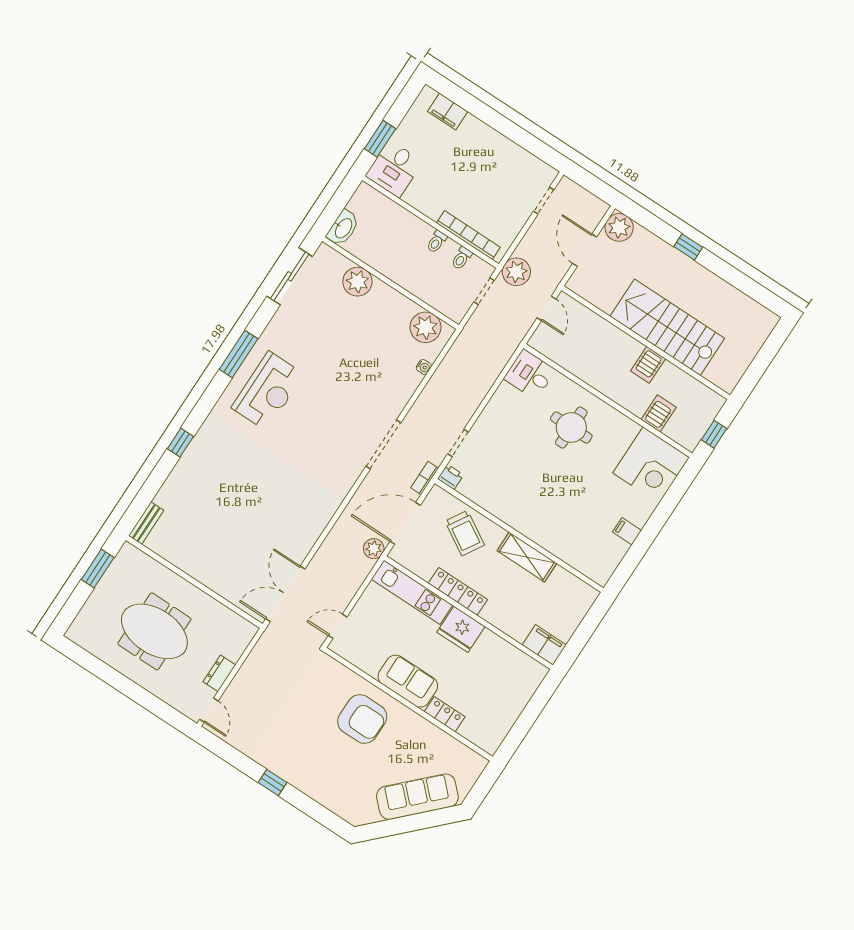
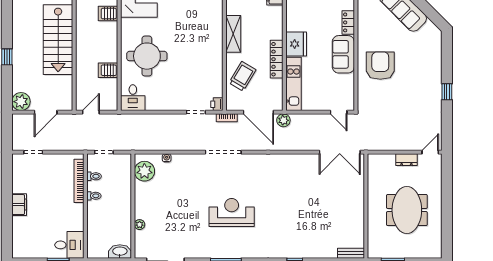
filing cabinet: (448, 112) -> (19, 205), moved
plant: (516, 272) -> (82, 142), removed
plant: (357, 282) -> (140, 225), width x0.53, depth x0.53
server rack: (648, 365) -> (108, 70), moved, turned 180
reception desk: (268, 391) -> (232, 213), moved
round table: (571, 428) -> (147, 56), width x1.36, depth x1.36

